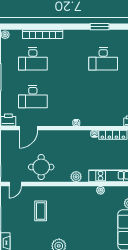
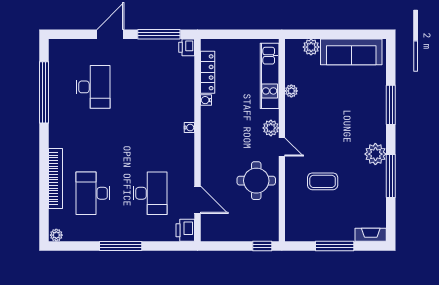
window: (100, 27) -> (44, 92), width x2.11
desk: (33, 59) -> (93, 193), turned 180
door: (15, 184) -> (282, 147), moved

